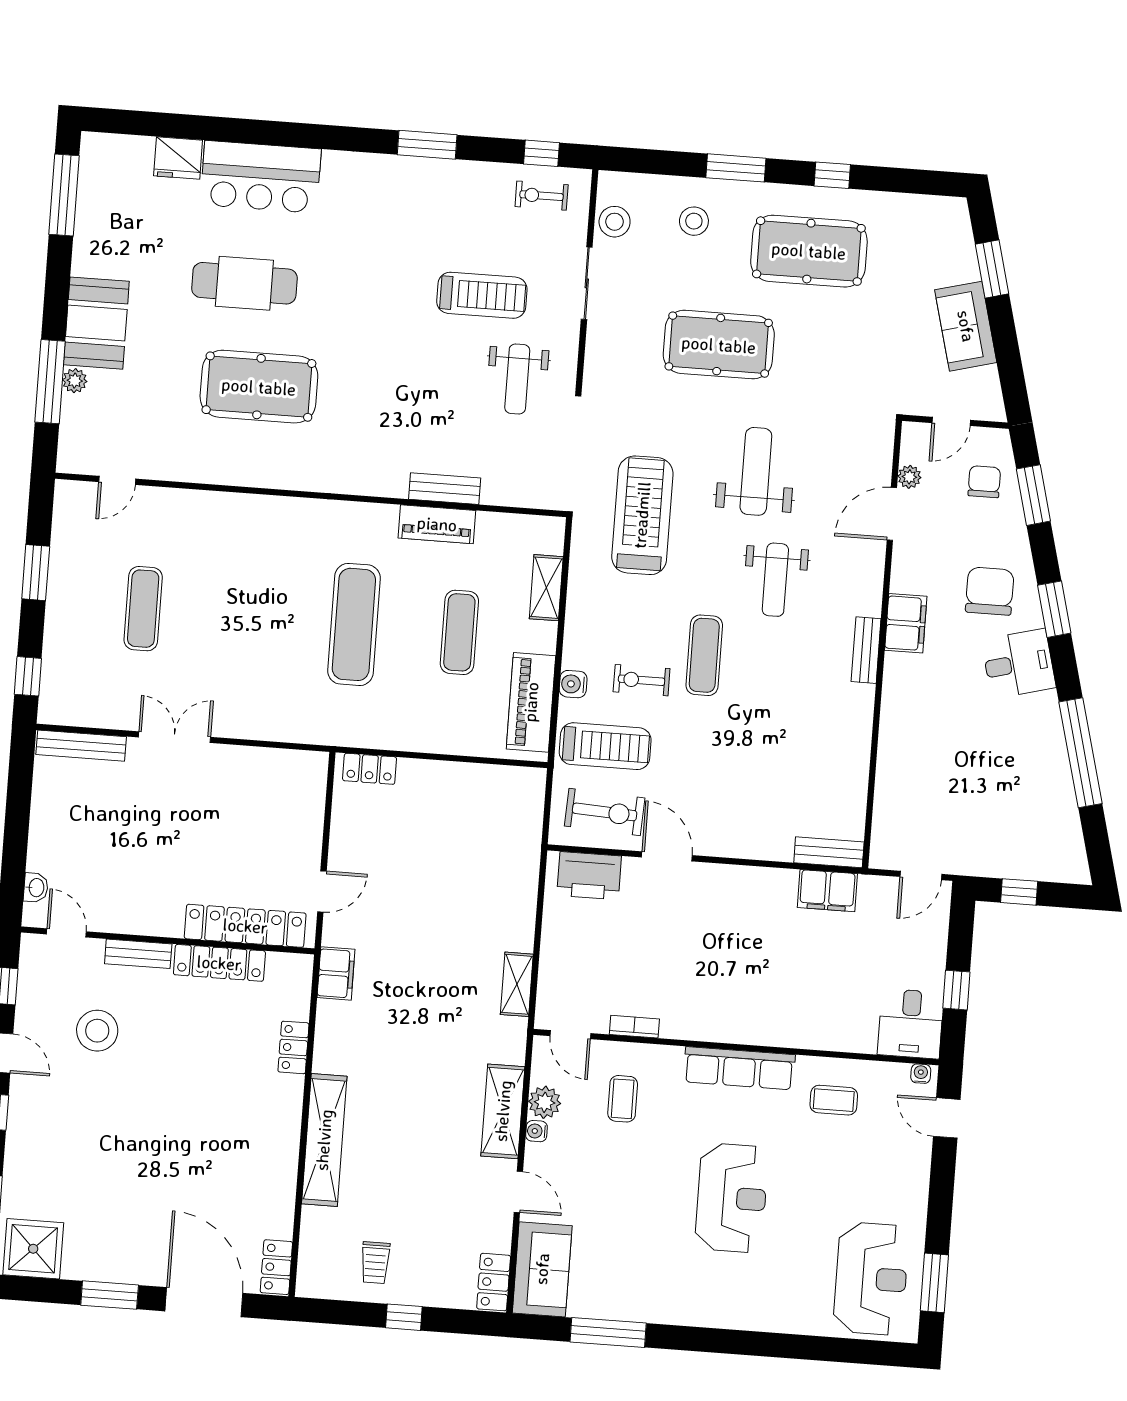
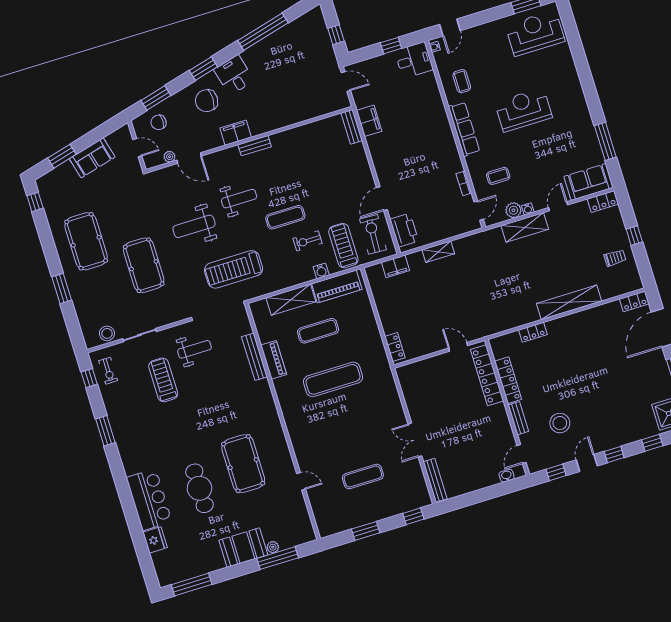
window: (832, 175) -> (35, 202), moved
stool: (694, 221) -> (93, 298), removed
door: (117, 480) -> (301, 481), moved
bench: (445, 489) -> (254, 357), width x1.36
shelving: (546, 588) -> (291, 300), width x1.50, depth x1.33
exercise bike: (642, 680) -> (307, 241), turned 90
filing cabinet: (336, 973) -> (395, 266), moved, turned 180
shelving: (517, 984) -> (438, 252), moved

